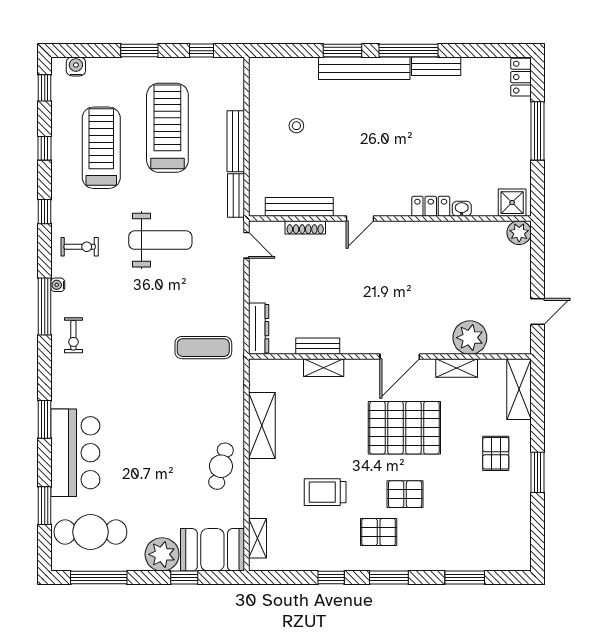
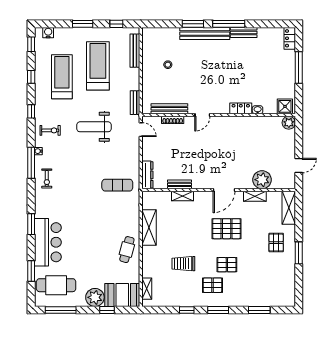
bench: (236, 141) -> (135, 51), moved
weight bench: (160, 240) -> (94, 127), turned 180
pallet: (404, 428) -> (227, 229), width x0.73, depth x0.71

